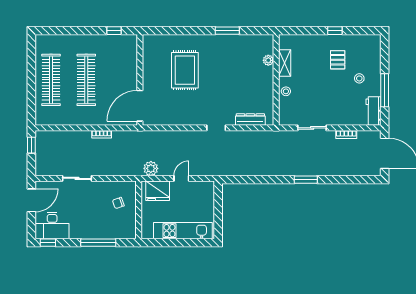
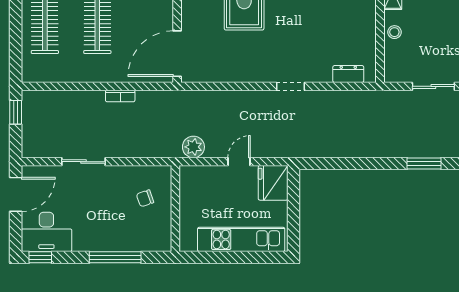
dresser: (250, 120) -> (348, 74), width x0.70
fridge: (158, 191) -> (273, 183), moved, turned 90

